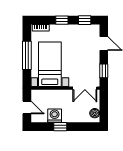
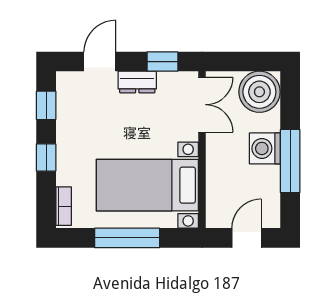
dresser: (95, 60) -> (137, 82), added
boiler: (95, 113) -> (259, 92), width x1.86, depth x1.86
washing machine: (55, 116) -> (265, 148), moved
window: (60, 127) -> (290, 161), width x2.17

